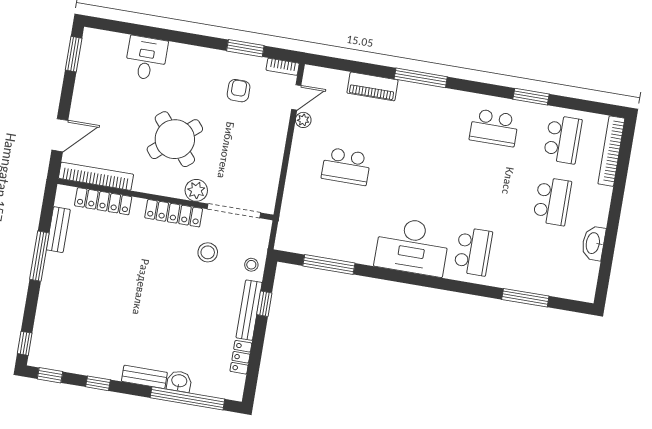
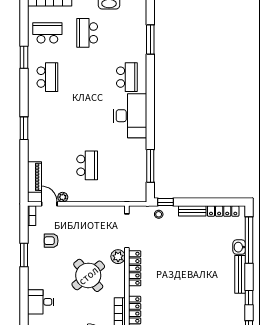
window: (245, 48) -> (24, 255), moved
window: (421, 78) -> (24, 128), width x0.69
piano: (372, 86) -> (34, 177), moved
school desk: (552, 201) -> (87, 33), turned -90
school desk: (473, 251) -> (127, 77), turned 90
stool: (208, 252) -> (156, 243), removed
window: (264, 304) -> (166, 202), moved
bench: (249, 310) -> (192, 211), width x0.73
locker: (241, 357) -> (223, 211), width x1.53
bench: (144, 377) -> (240, 274), width x1.36

